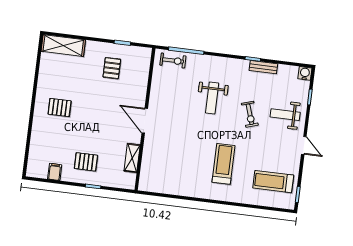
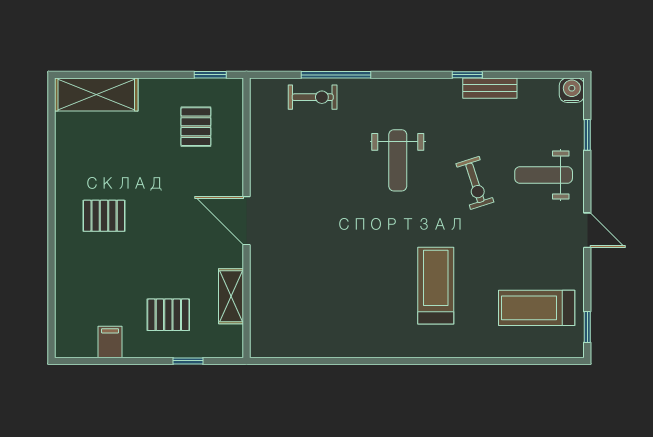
wall: (145, 119) -> (247, 218), moved
door: (145, 121) -> (247, 221), moved
shelving: (132, 158) -> (231, 296), moved

